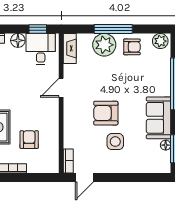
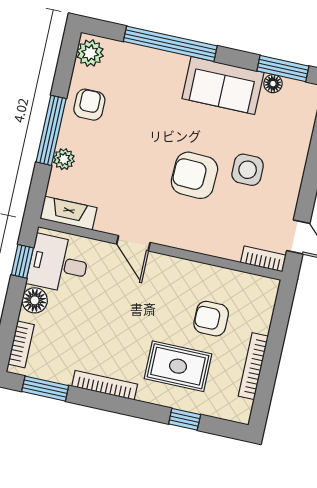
plant: (104, 45) -> (64, 159), width x0.53, depth x0.53
armchair: (106, 113) -> (194, 175), turned 92

